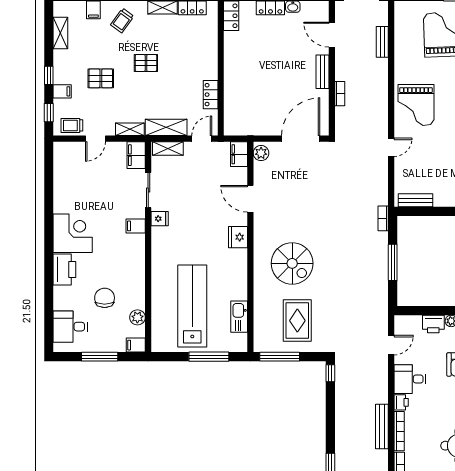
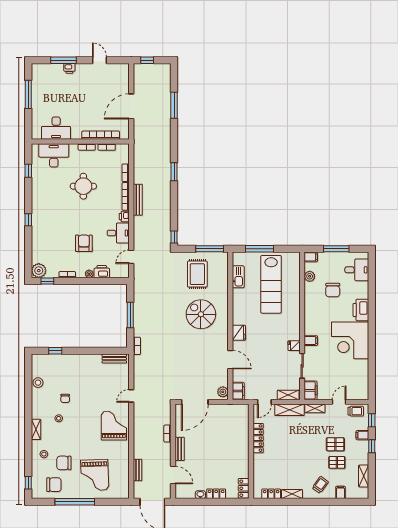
pallet: (146, 63) -> (337, 462), moved
locker: (211, 95) -> (258, 438), width x1.53
corner desk: (73, 233) -> (350, 340), width x1.36, depth x1.36

